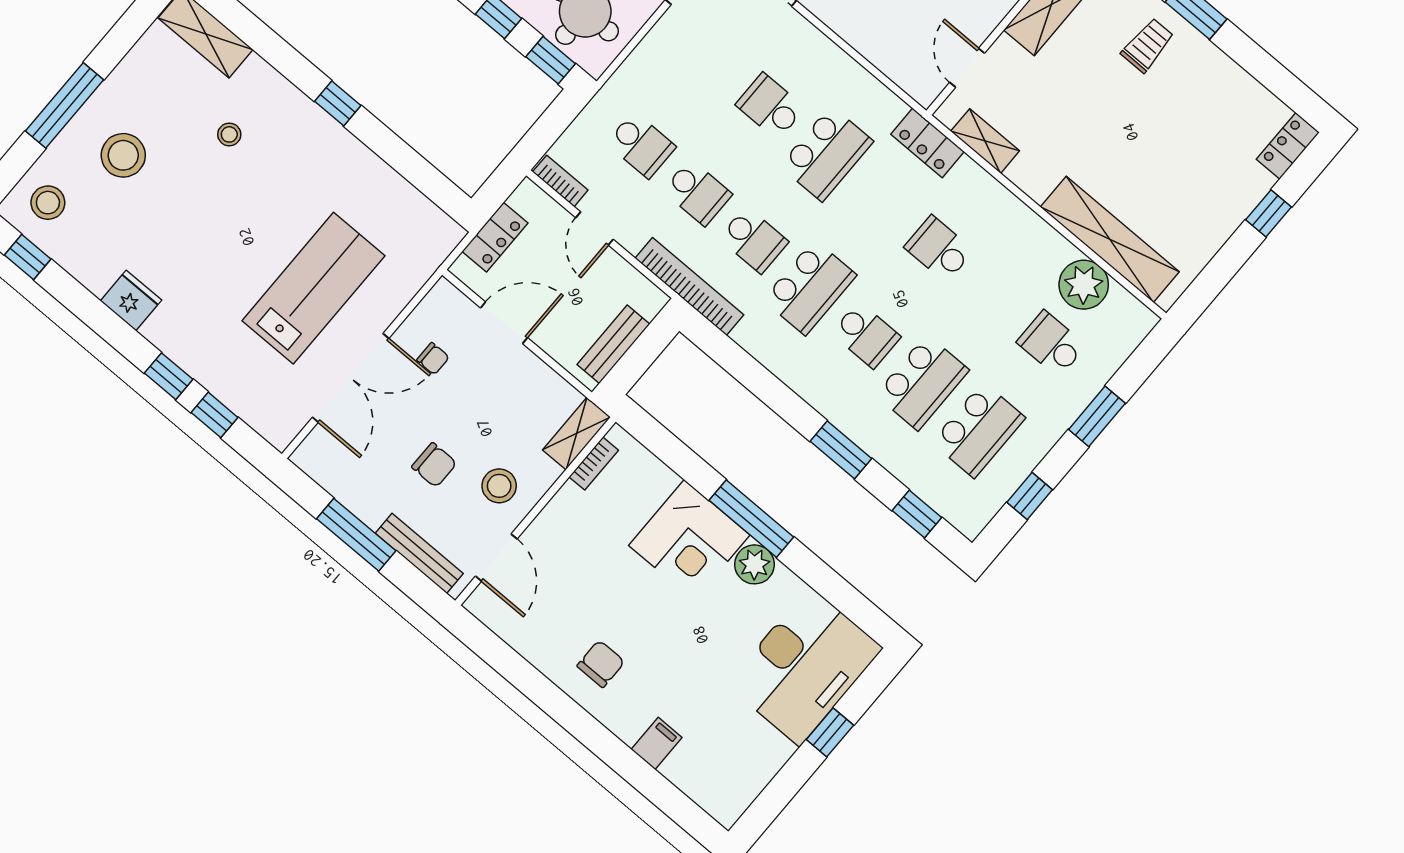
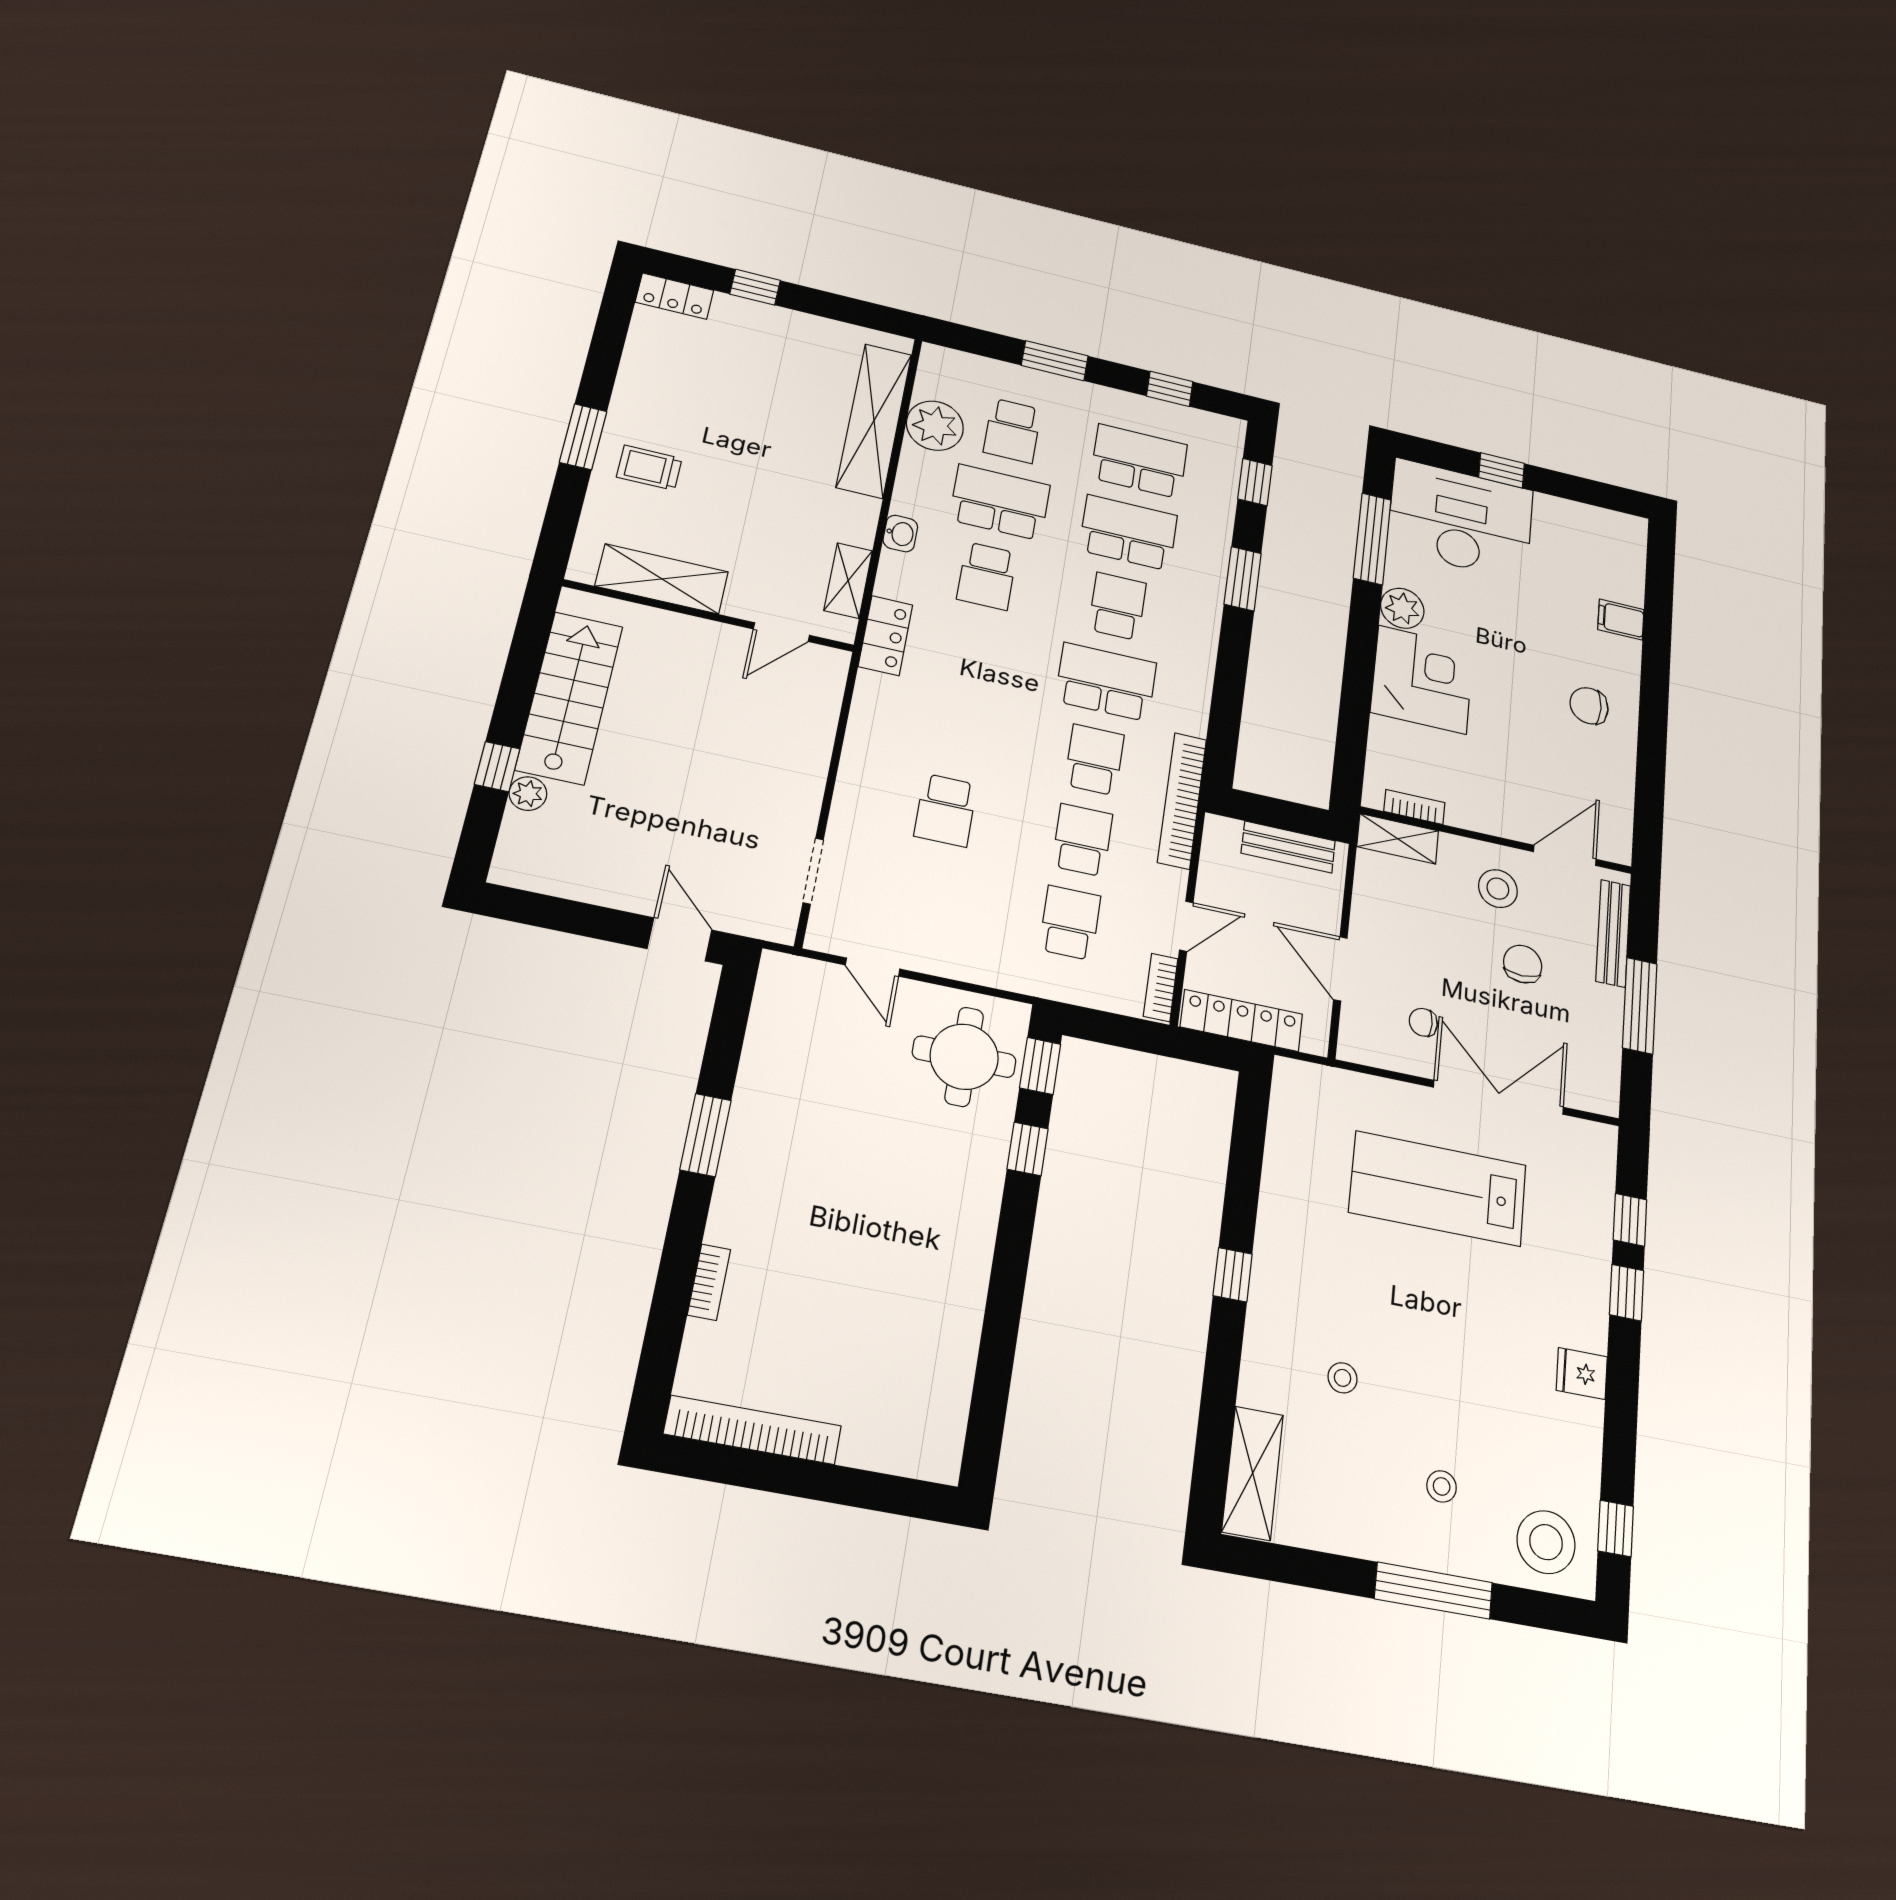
school desk: (826, 154) -> (1000, 502), moved
stool: (123, 155) -> (1442, 1486), width x0.53, depth x0.53
stool: (48, 203) -> (1546, 1542), width x1.38, depth x1.38
washbasin: (1005, 203) -> (900, 534), added
locker: (495, 237) -> (1241, 1020), width x1.53
fridge: (131, 300) -> (1582, 1374), width x0.72
chair: (433, 359) -> (1423, 1022), turned -90
window: (751, 519) -> (1372, 539), moved

